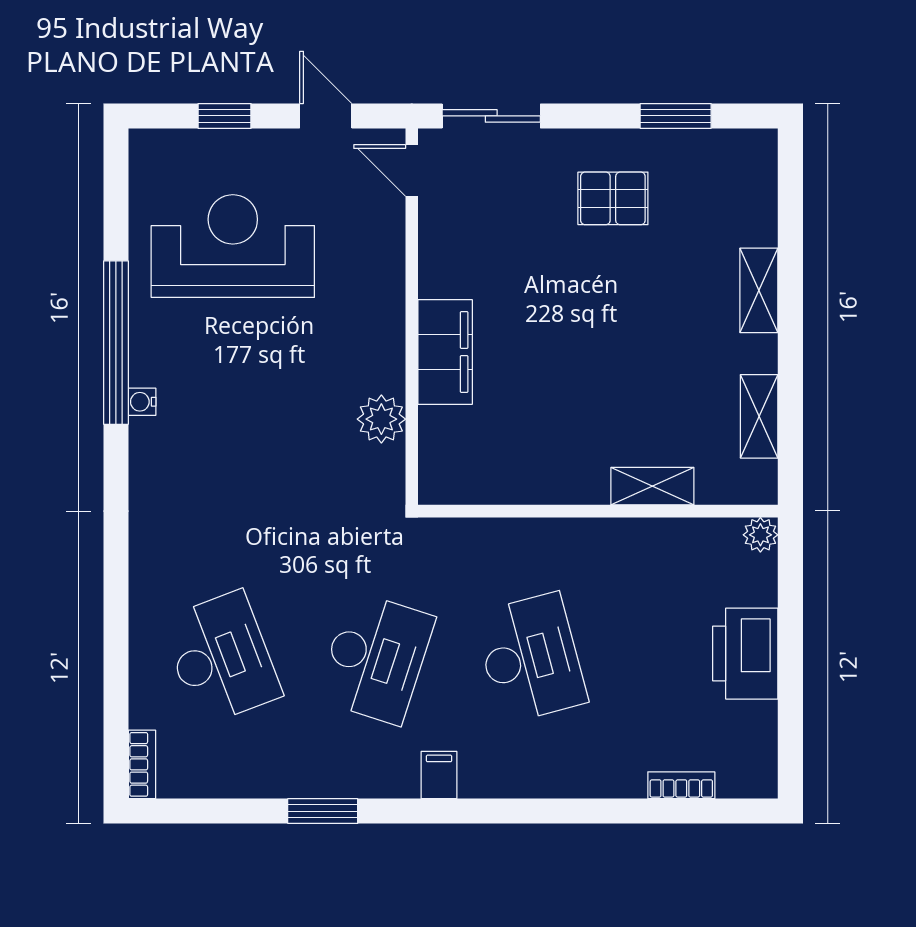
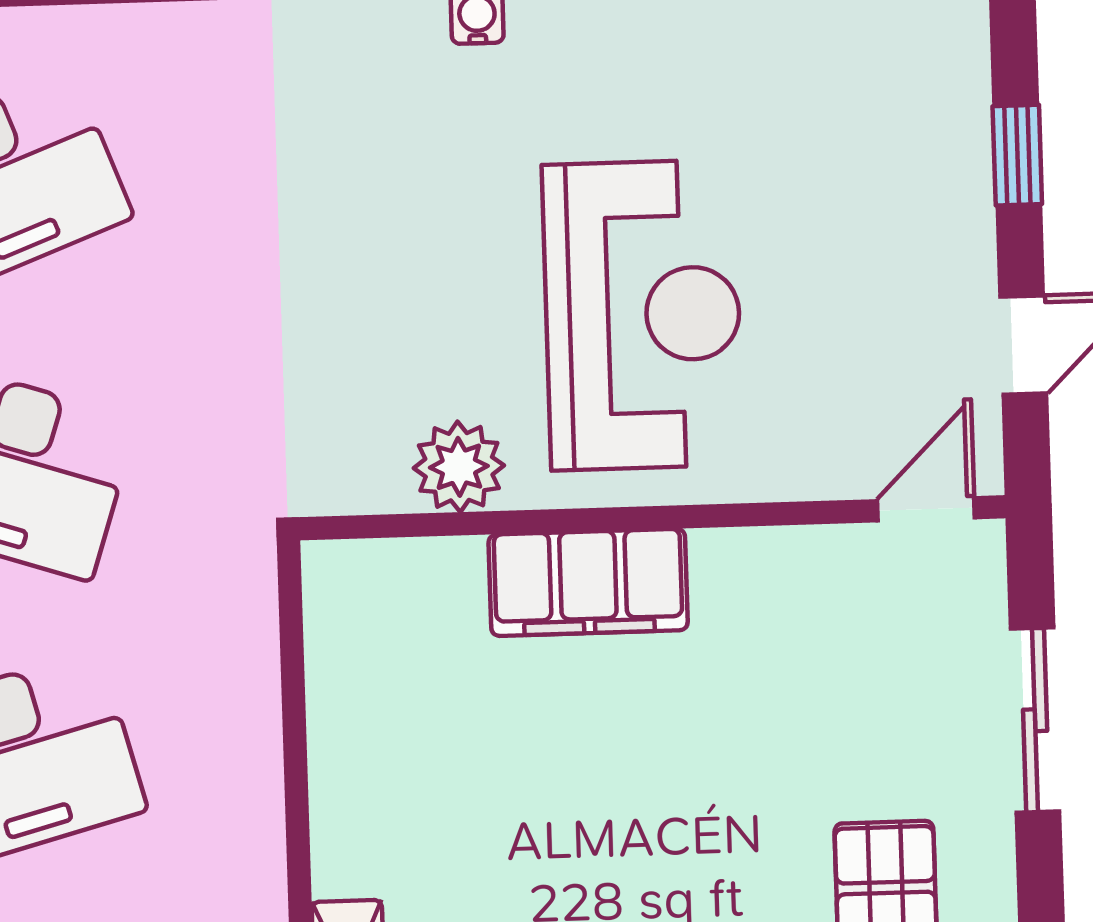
sliding door: (491, 116) -> (1035, 720), moved
reception desk: (233, 246) -> (643, 315), moved

